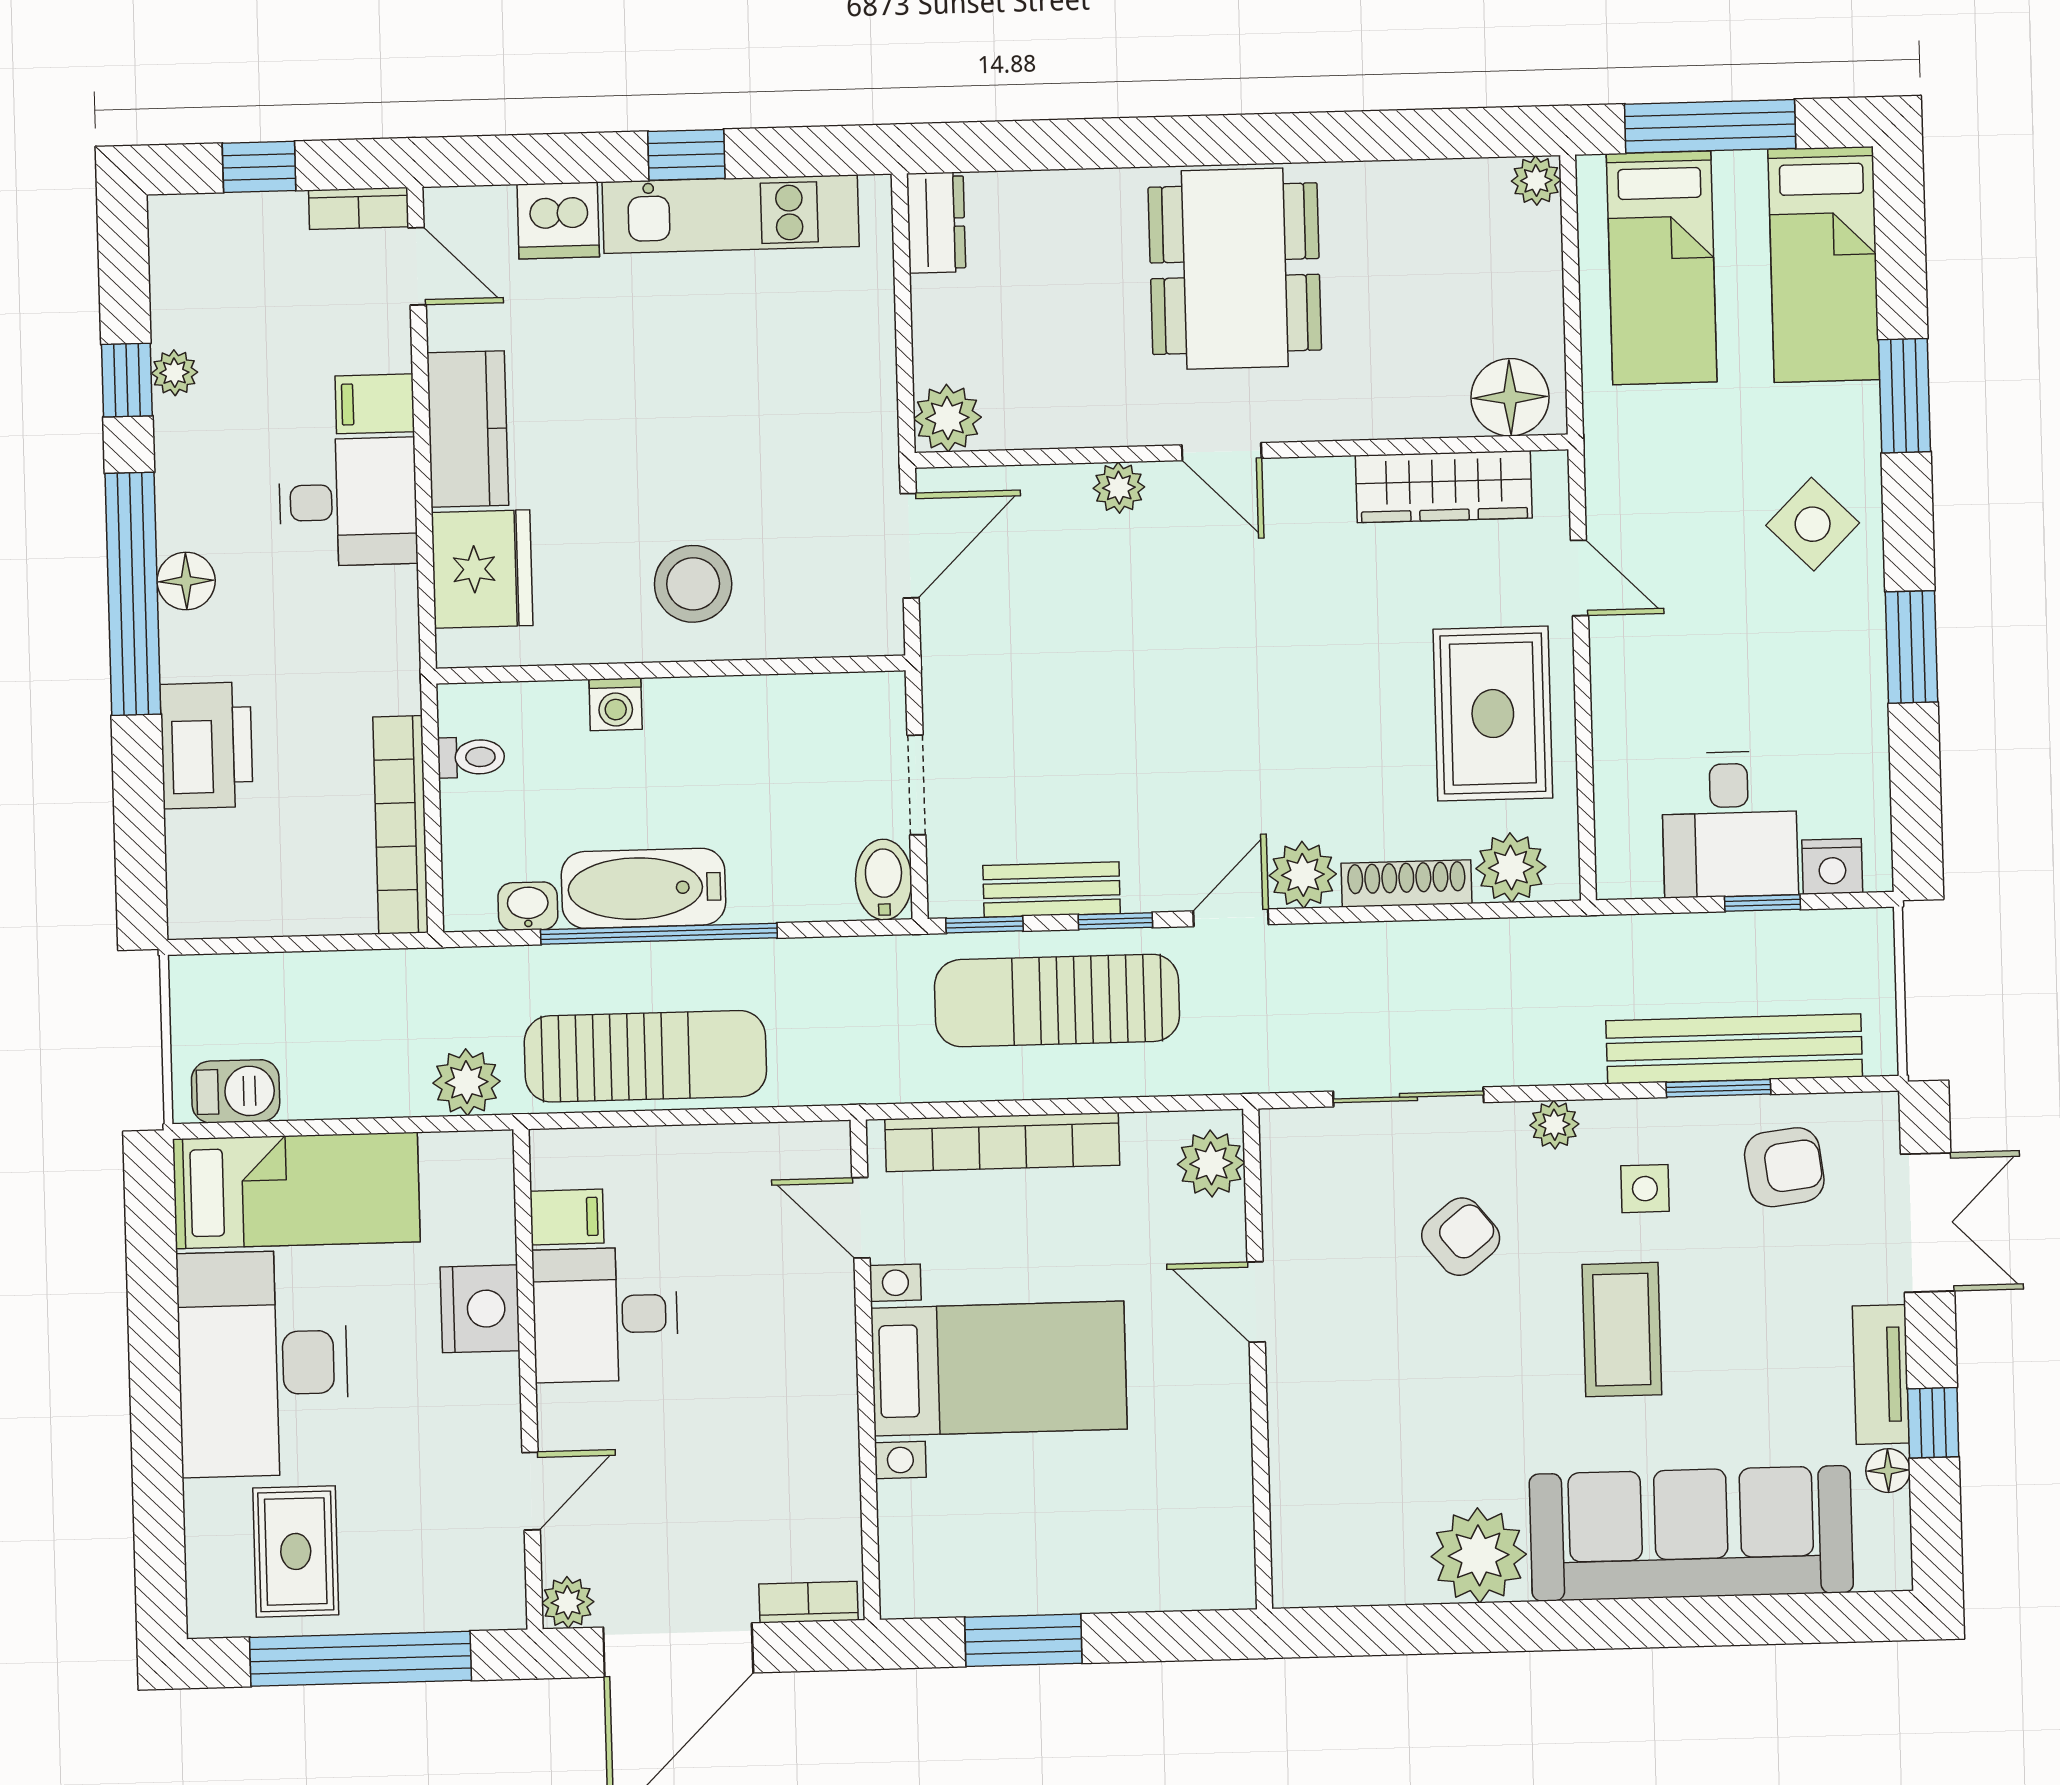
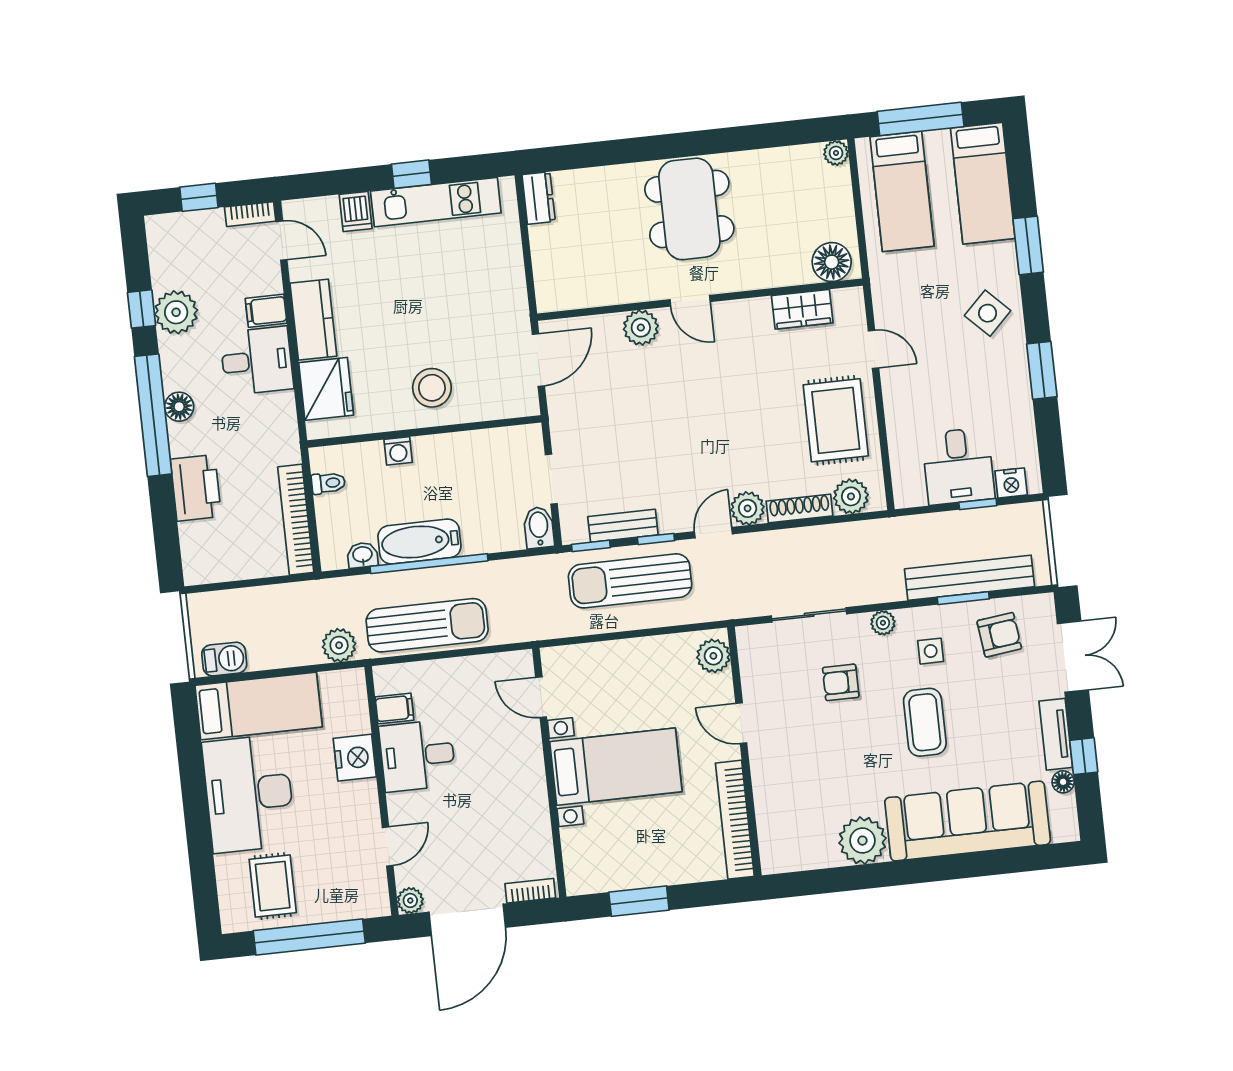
dishwasher: (558, 220) -> (356, 211), width x0.73
plant: (174, 373) -> (176, 312), width x1.87, depth x1.87
plant: (947, 418) -> (552, 295), removed
wardrobe: (1444, 487) -> (802, 309), width x0.67
plant: (1119, 488) -> (641, 328), width x1.38, depth x1.38
bookcase: (1002, 1142) -> (735, 820), moved, turned 90
armchair: (1461, 1237) -> (841, 682), turned -141

